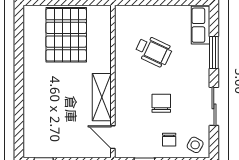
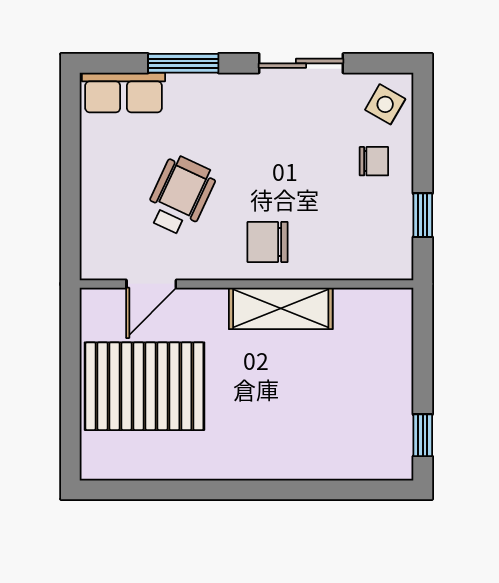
chair: (161, 103) -> (268, 242), moved
door: (113, 137) -> (151, 284), moved

